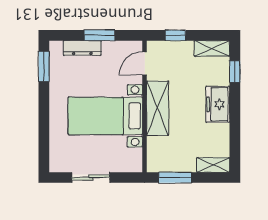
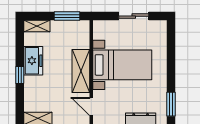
door: (145, 63) -> (91, 106), swing flipped
window: (235, 72) -> (20, 75), moved
freezer: (218, 104) -> (33, 61), moved

